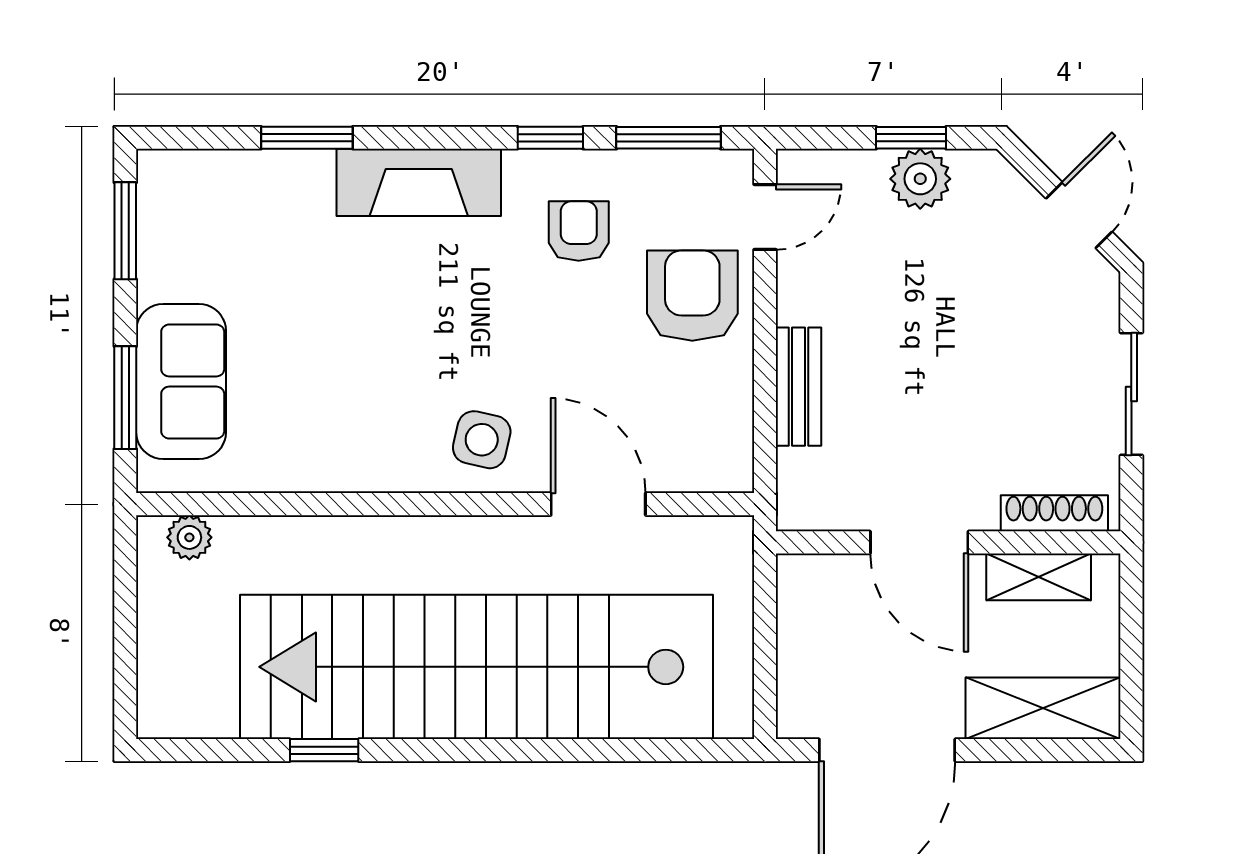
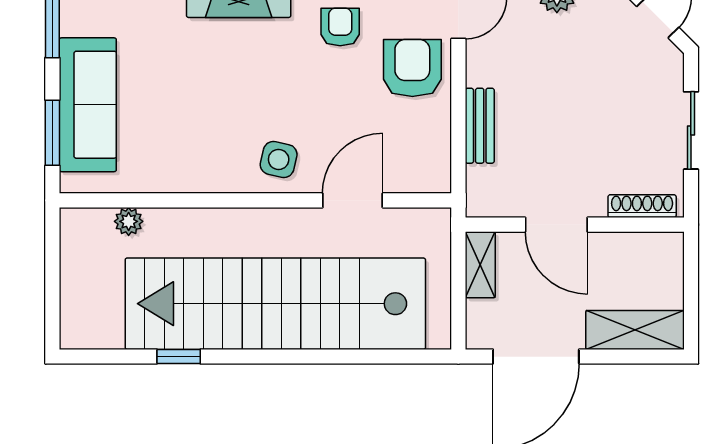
sofa: (181, 382) -> (88, 105), width x1.36
door: (598, 504) -> (353, 200), hinge flipped
plant: (189, 537) -> (129, 221), moved
shelving: (1039, 577) -> (480, 265), moved, turned 90

